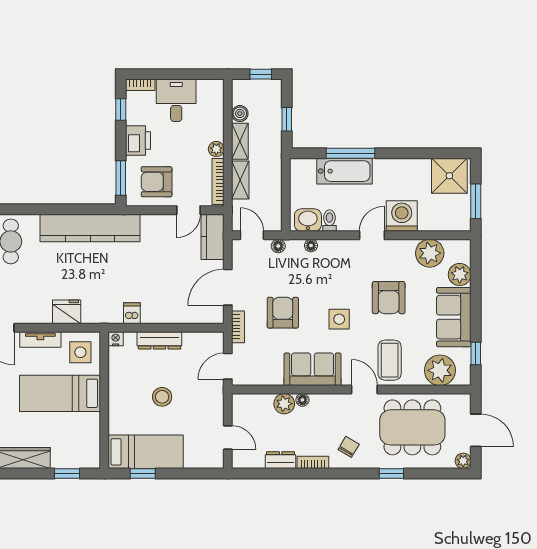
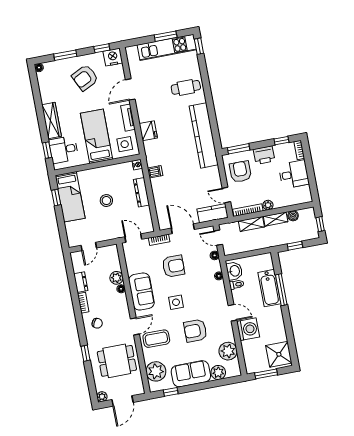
door: (252, 235) -> (218, 238), swing flipped
dining table: (412, 427) -> (117, 361), width x0.73
desk: (71, 448) -> (64, 150), added

